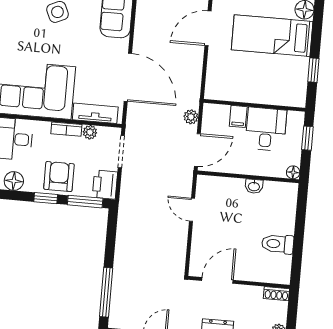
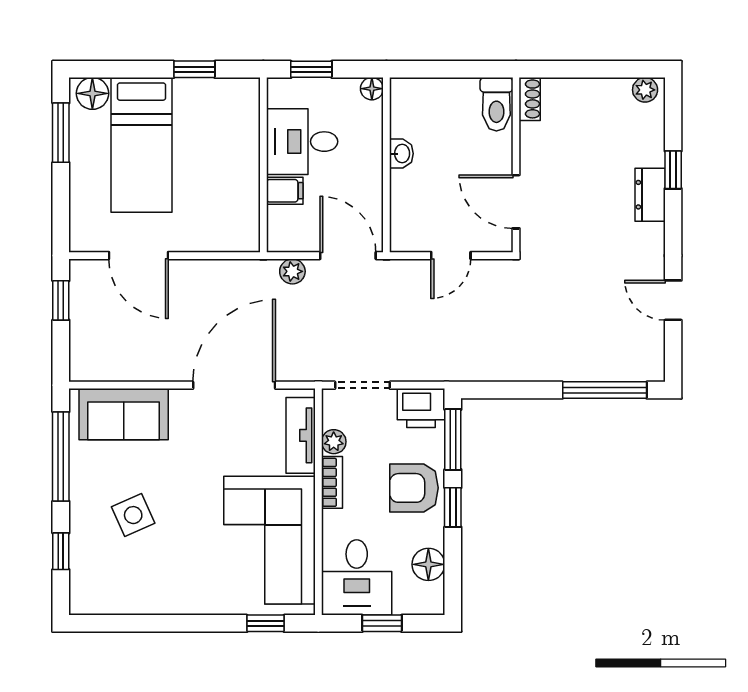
door: (217, 280) -> (516, 202), moved
wall: (239, 282) -> (516, 165), moved
shoe rack: (276, 294) -> (530, 99), moved

